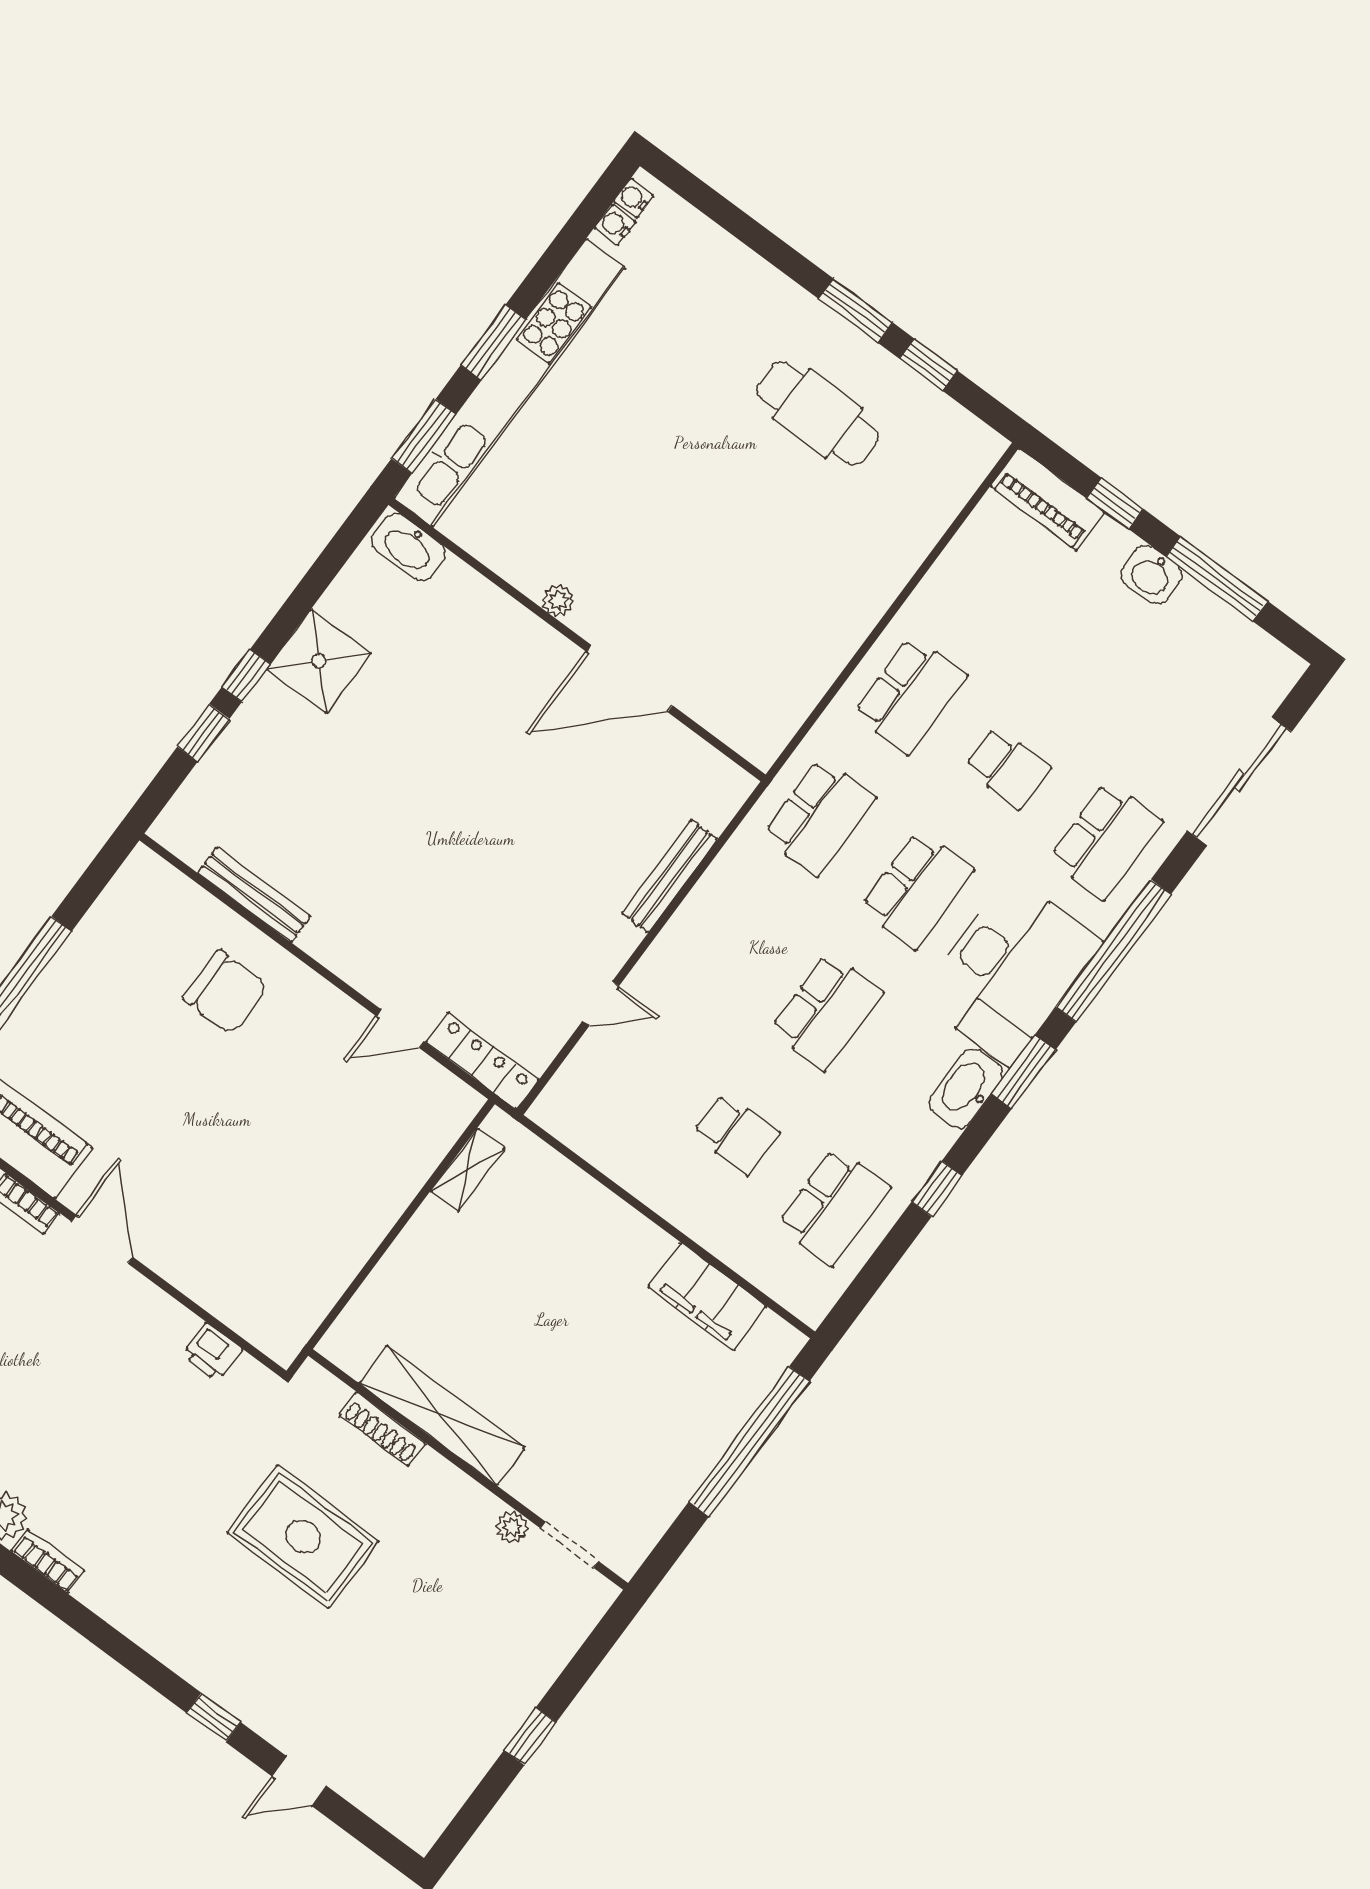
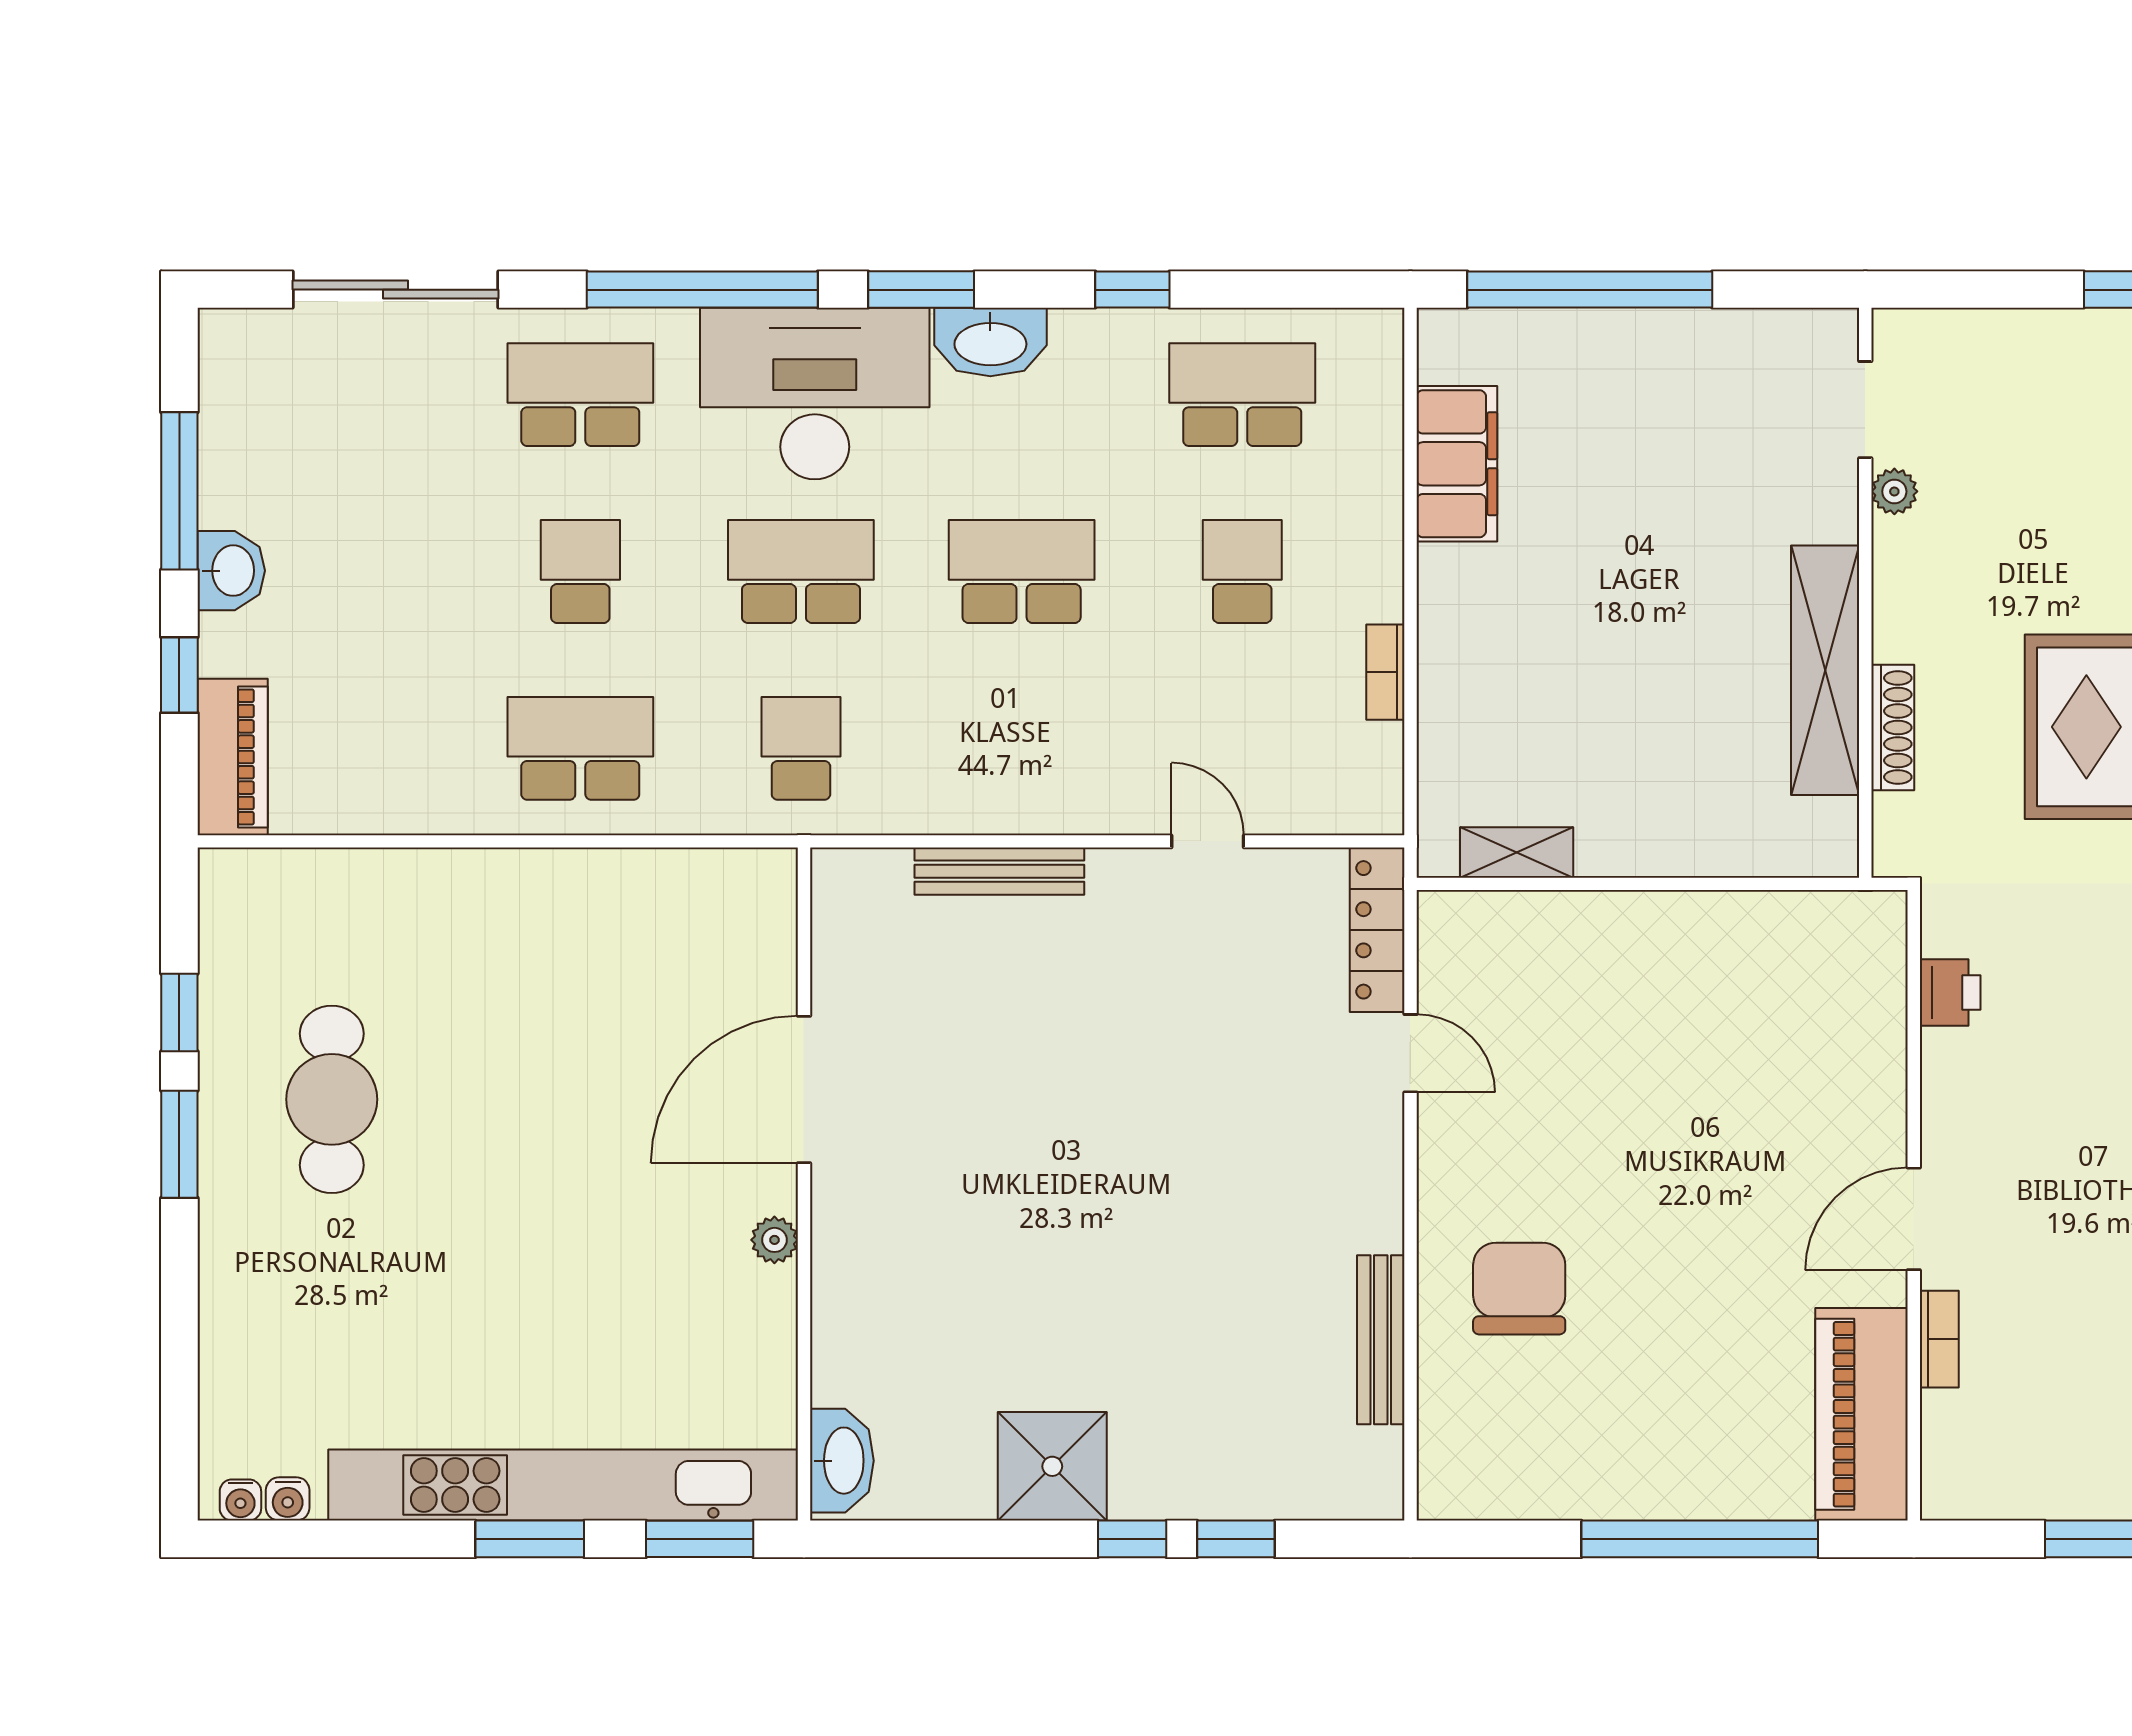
door: (629, 679) -> (804, 1089), swing flipped
school desk: (819, 817) -> (801, 748), width x0.54
bookcase: (621, 1171) -> (1385, 672), added

